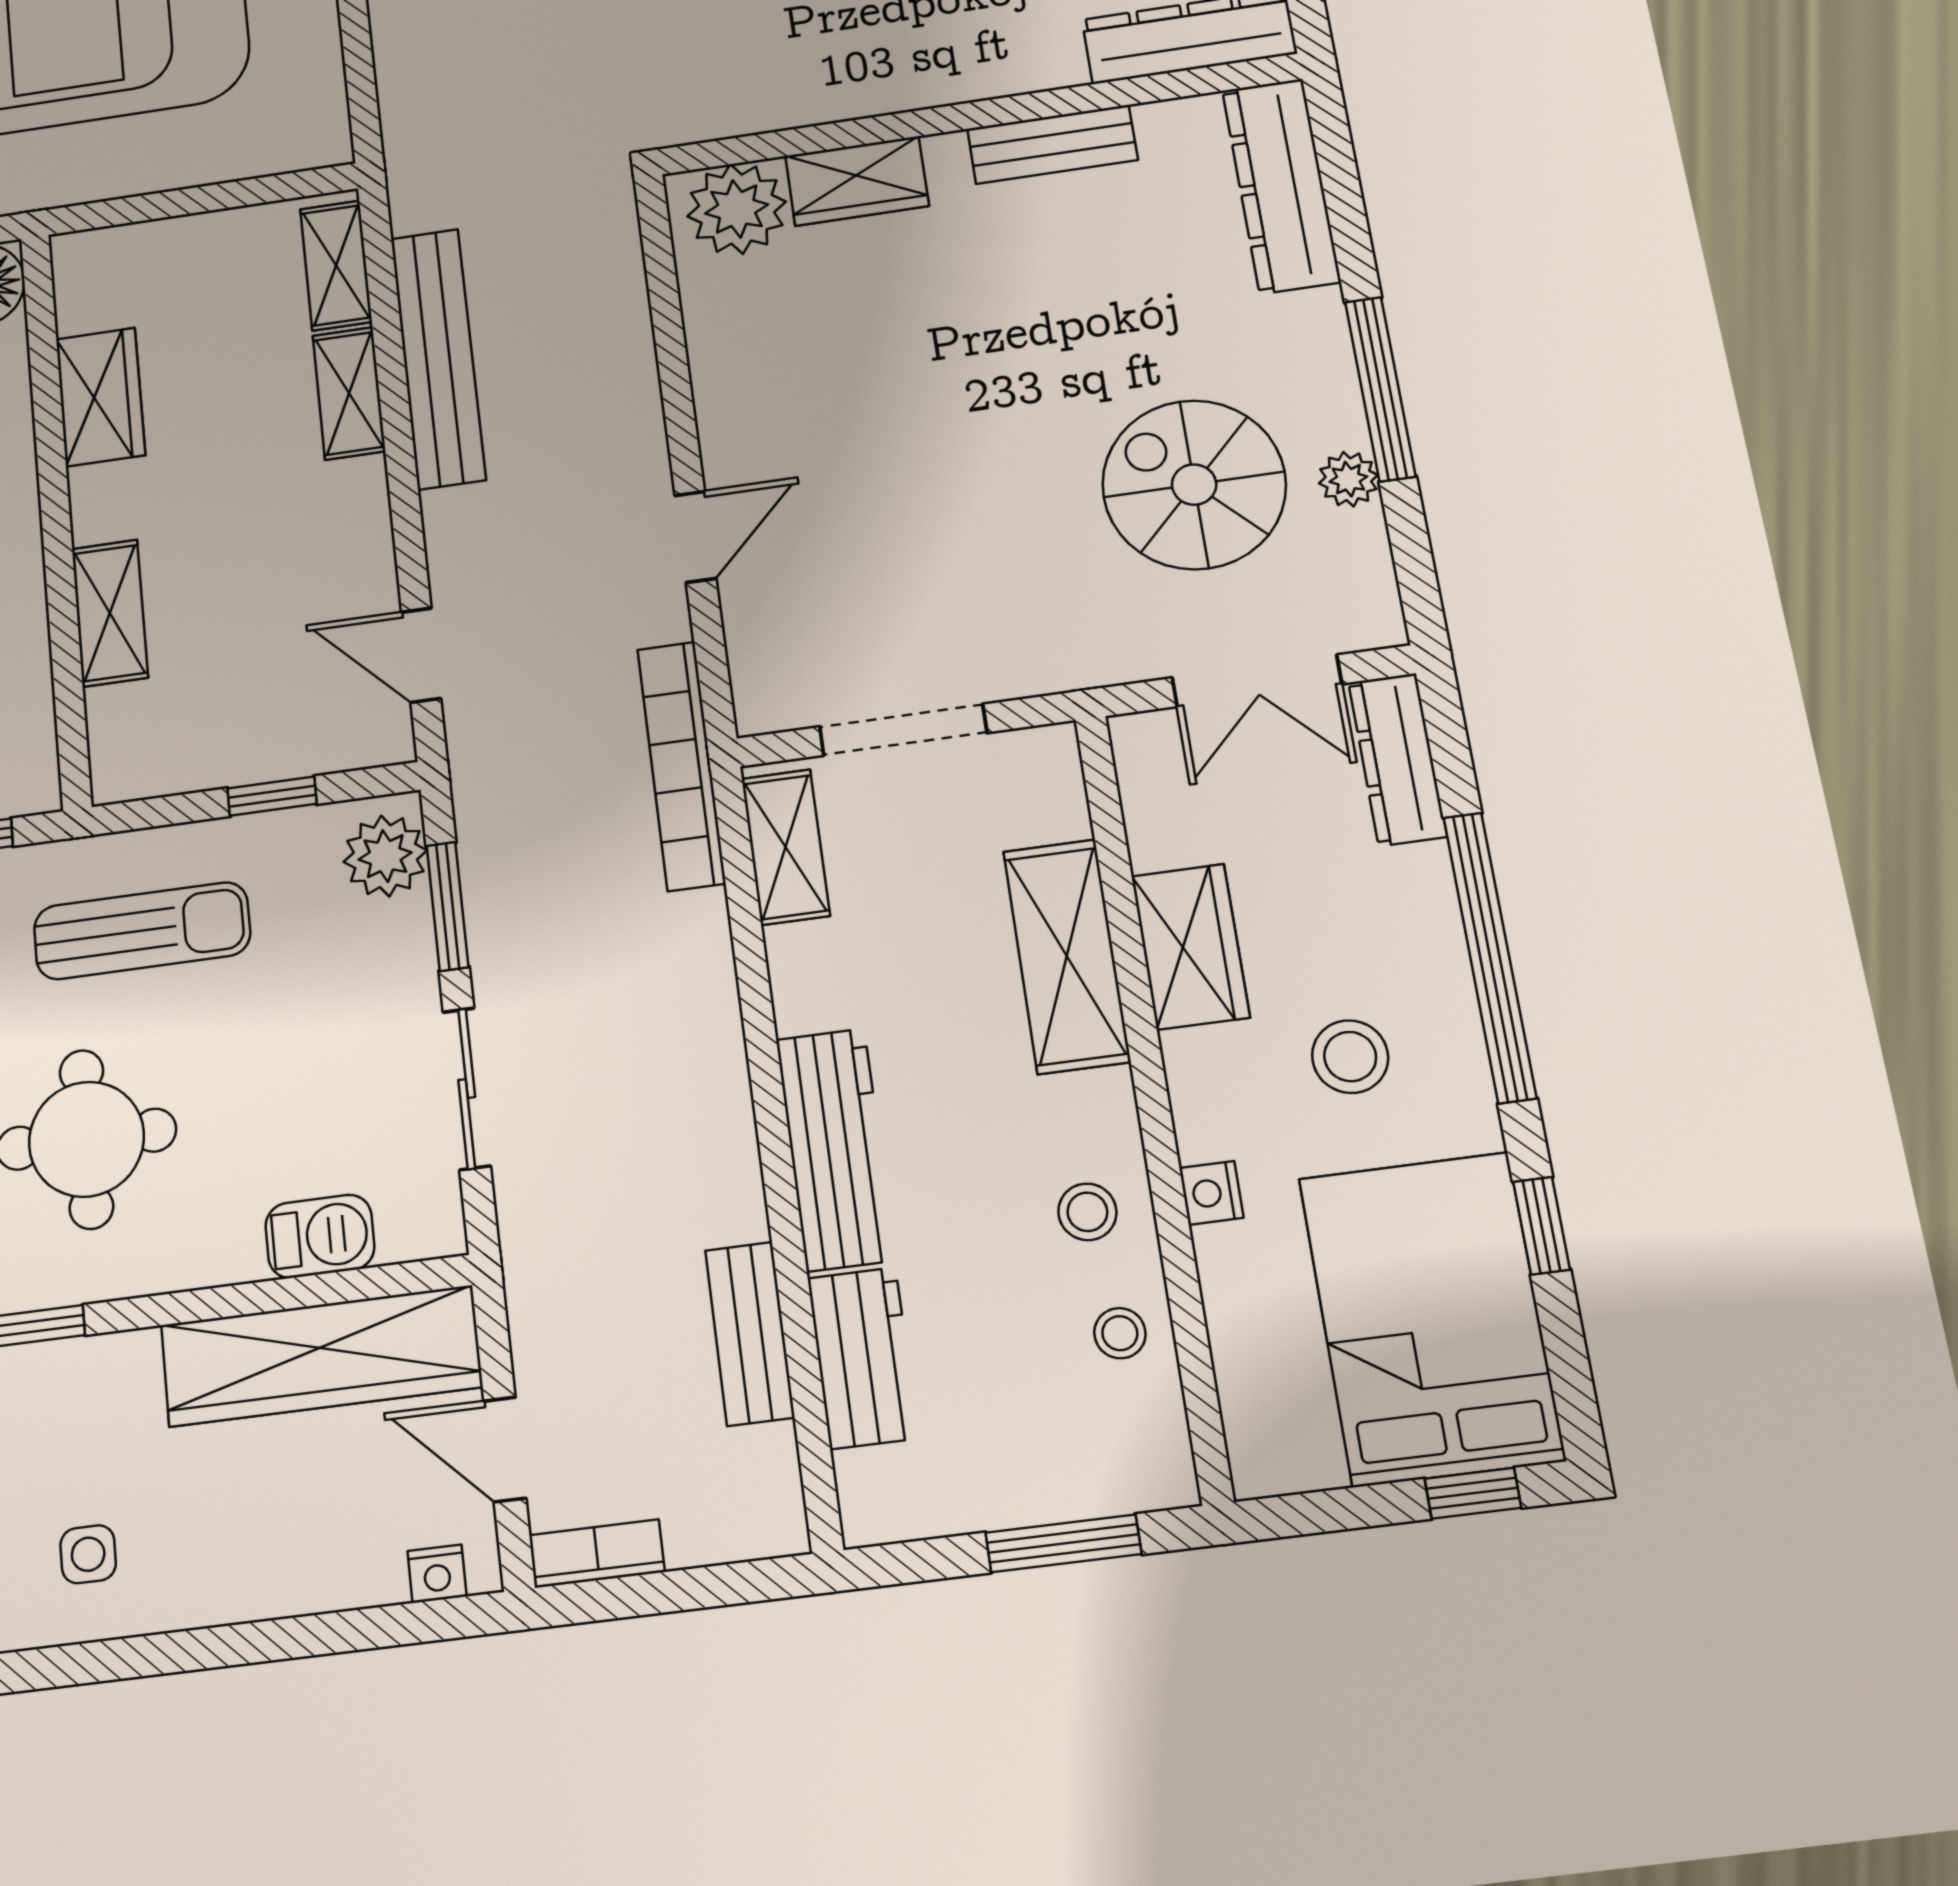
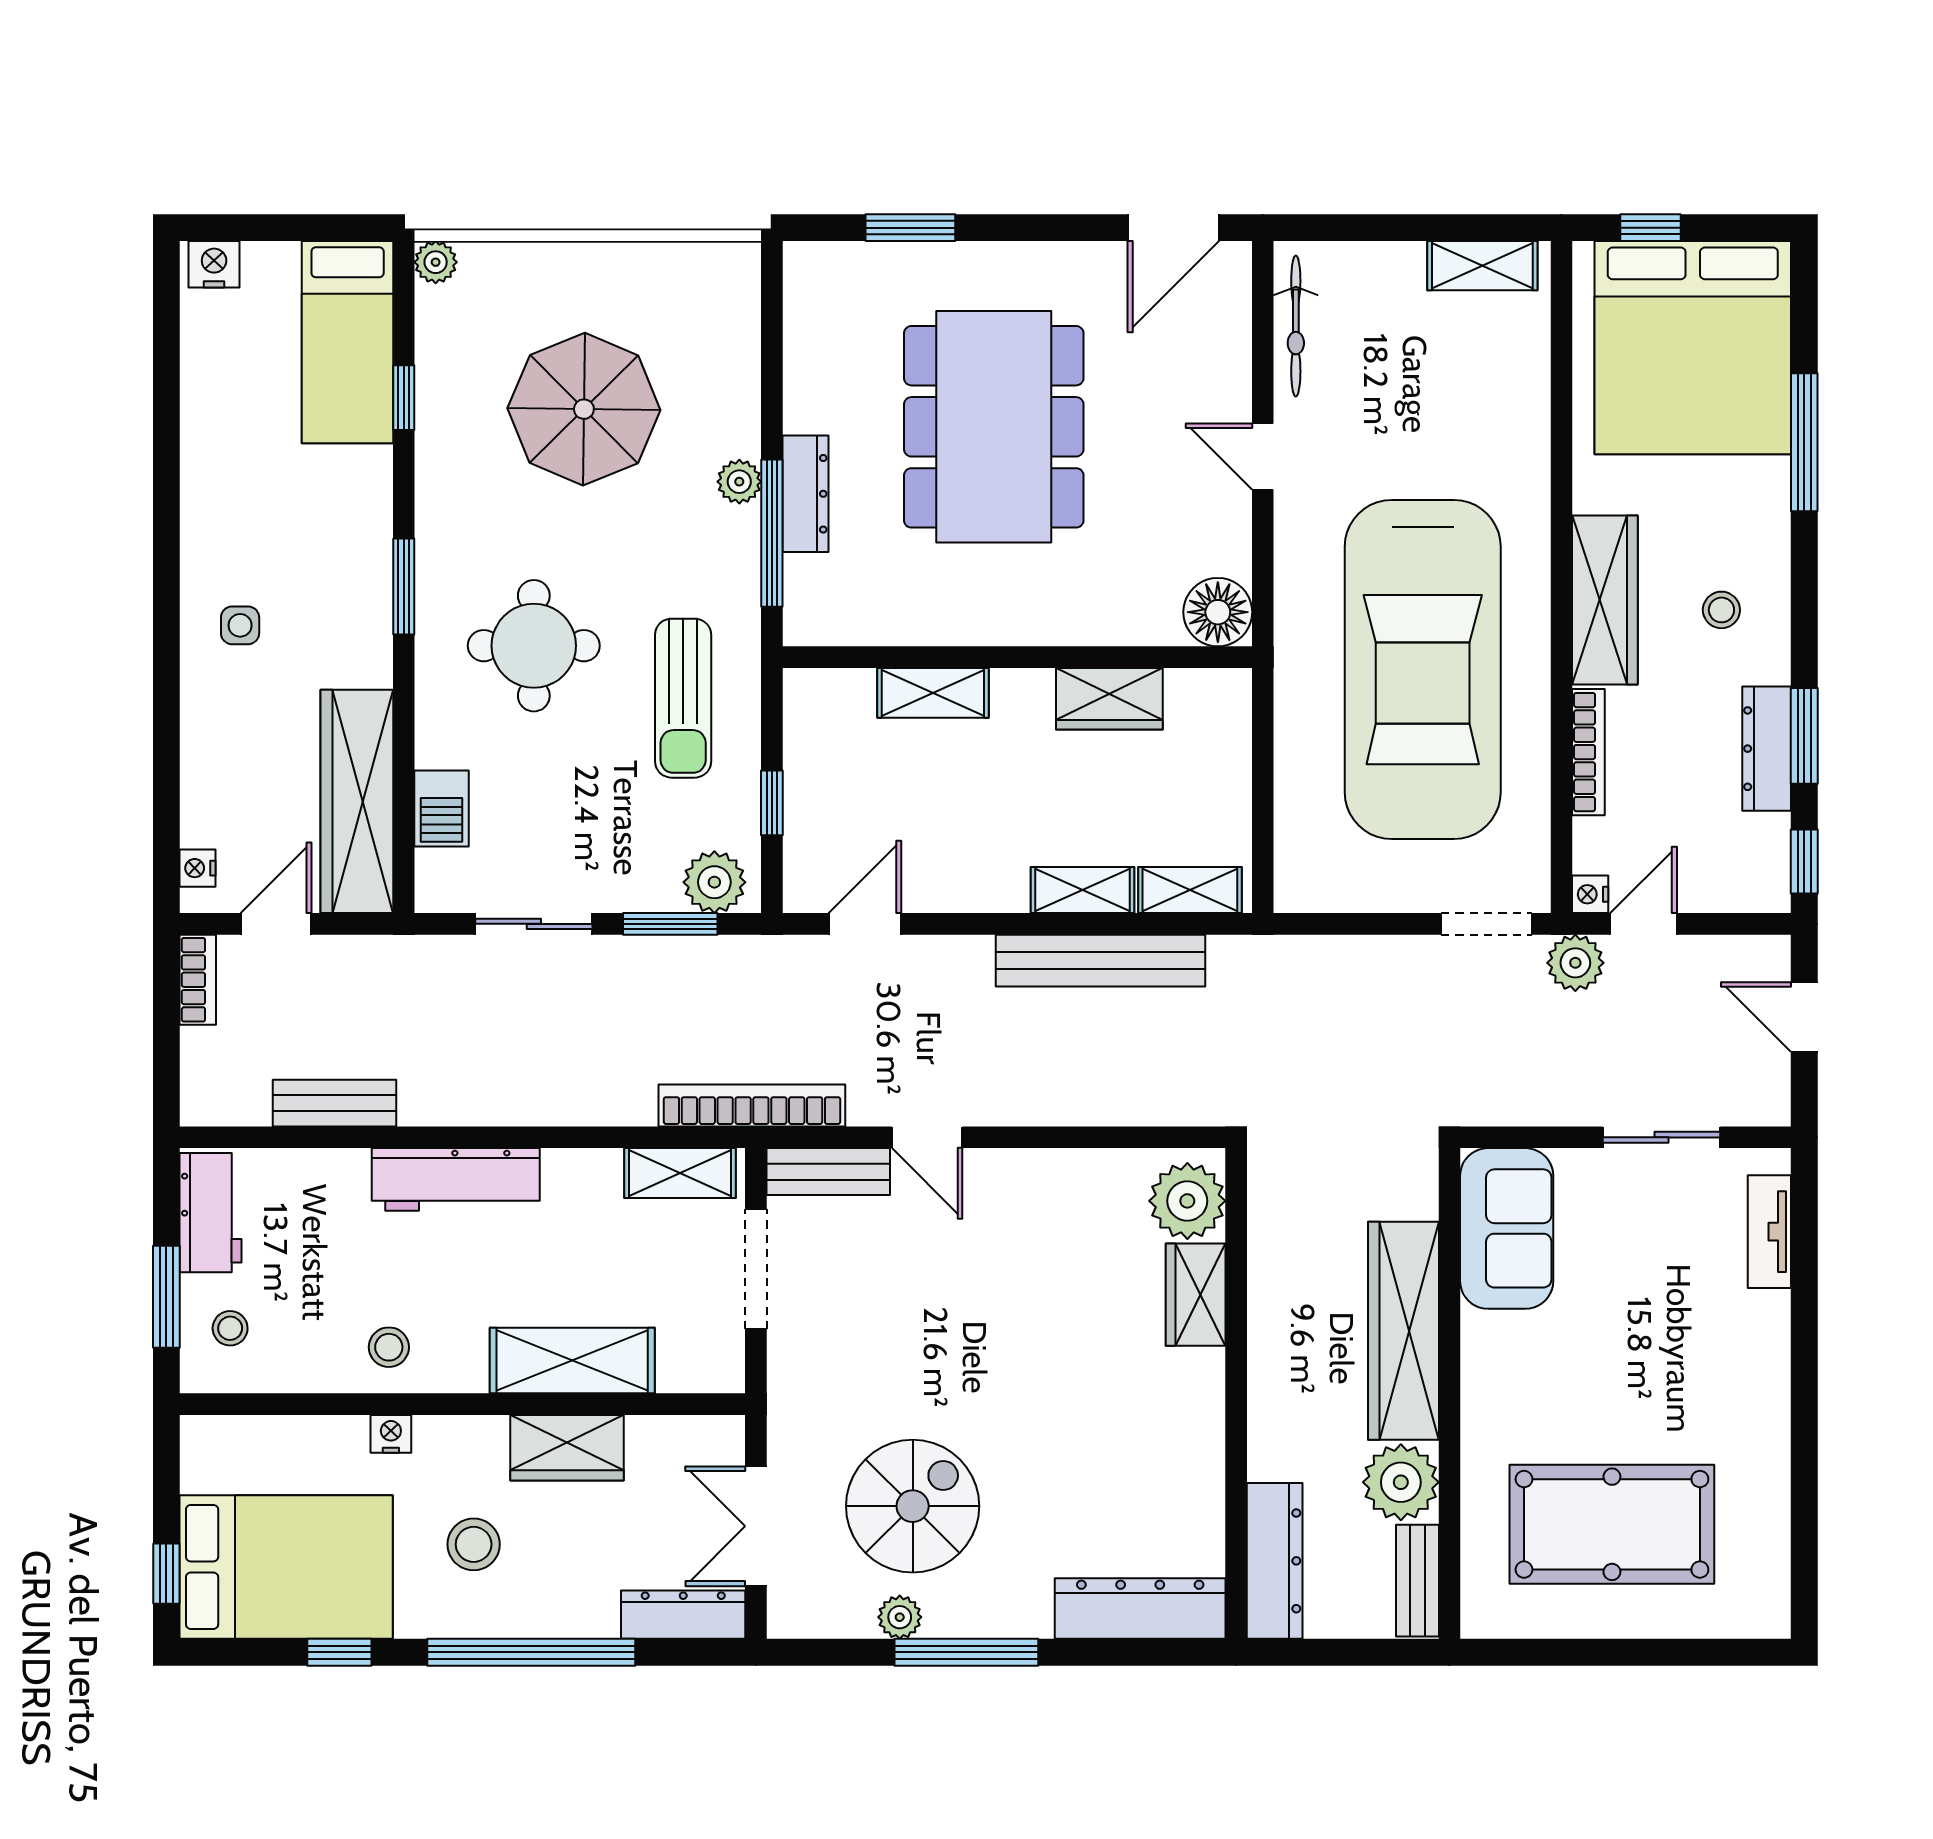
bench: (1052, 144) -> (828, 1172), moved, turned 90
stool: (1120, 1333) -> (230, 1328), moved
workbench: (863, 1358) -> (211, 1213), moved, turned -90

